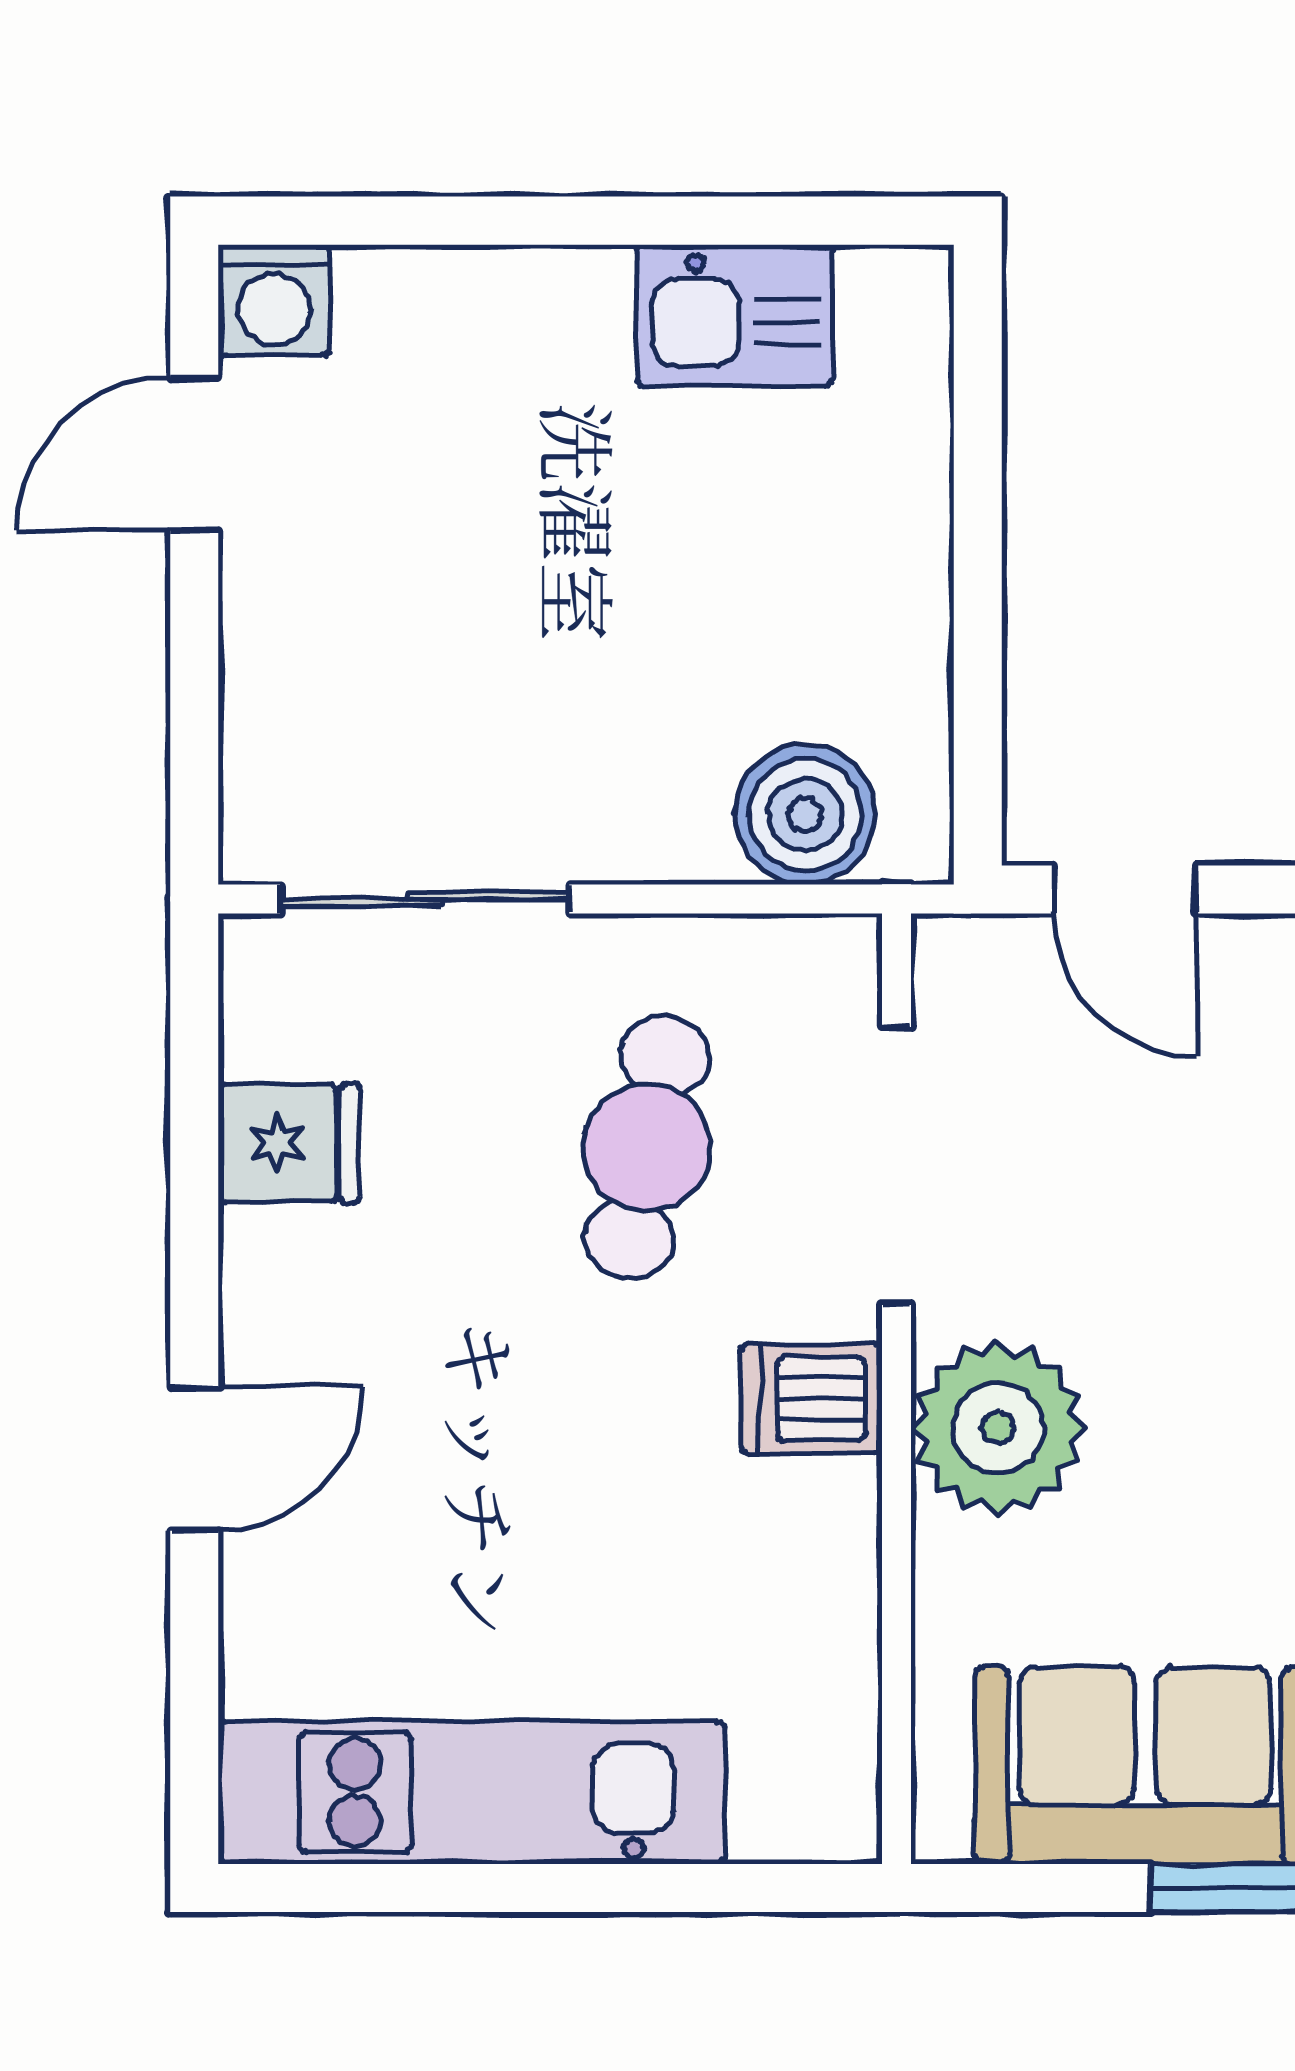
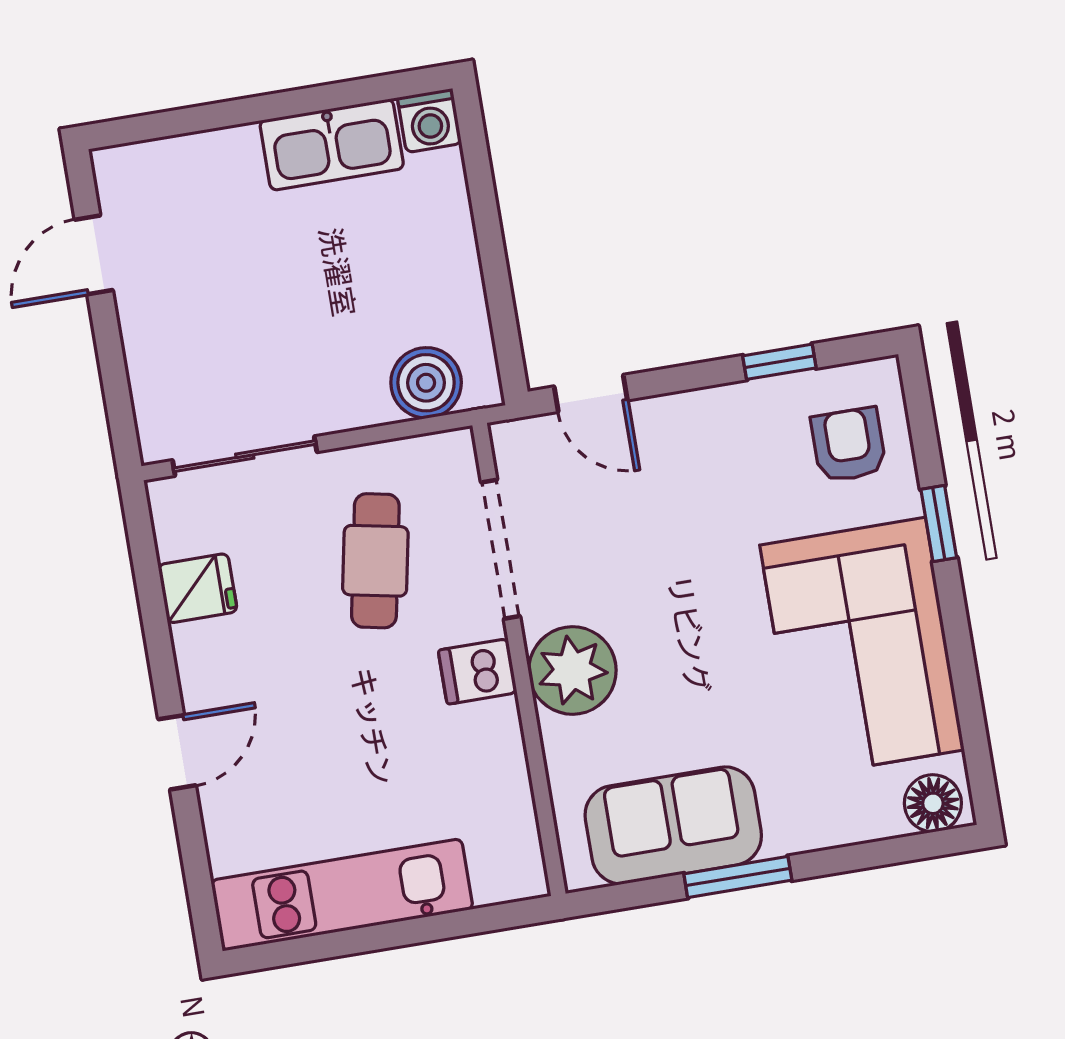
washing machine: (274, 300) -> (429, 120), moved
kitchen sink: (735, 315) -> (332, 145), width x1.38

